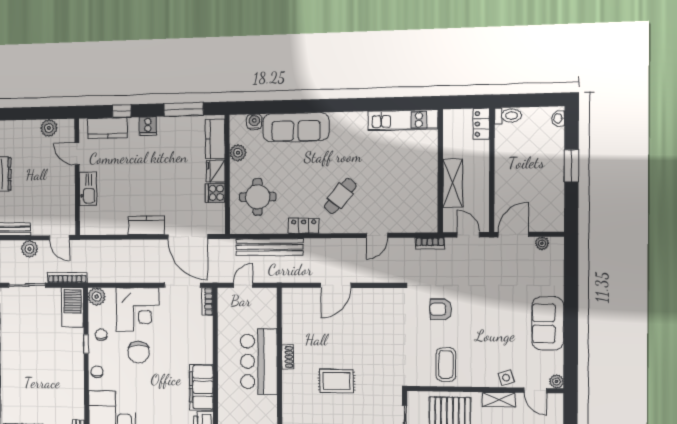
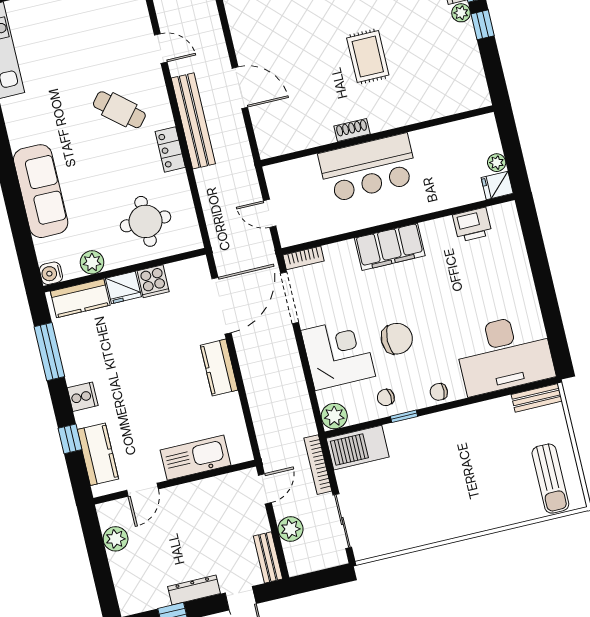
water cooler: (254, 122) -> (51, 273), moved
kitchen sink: (88, 189) -> (195, 458), width x1.36, depth x1.24
bench: (270, 247) -> (193, 121), moved
filing cabinet: (201, 387) -> (390, 247), moved

